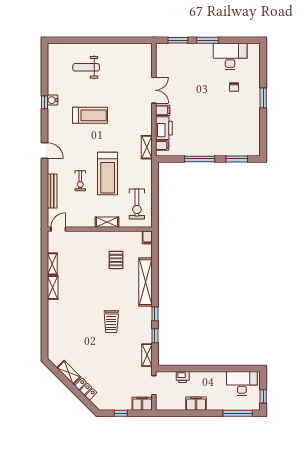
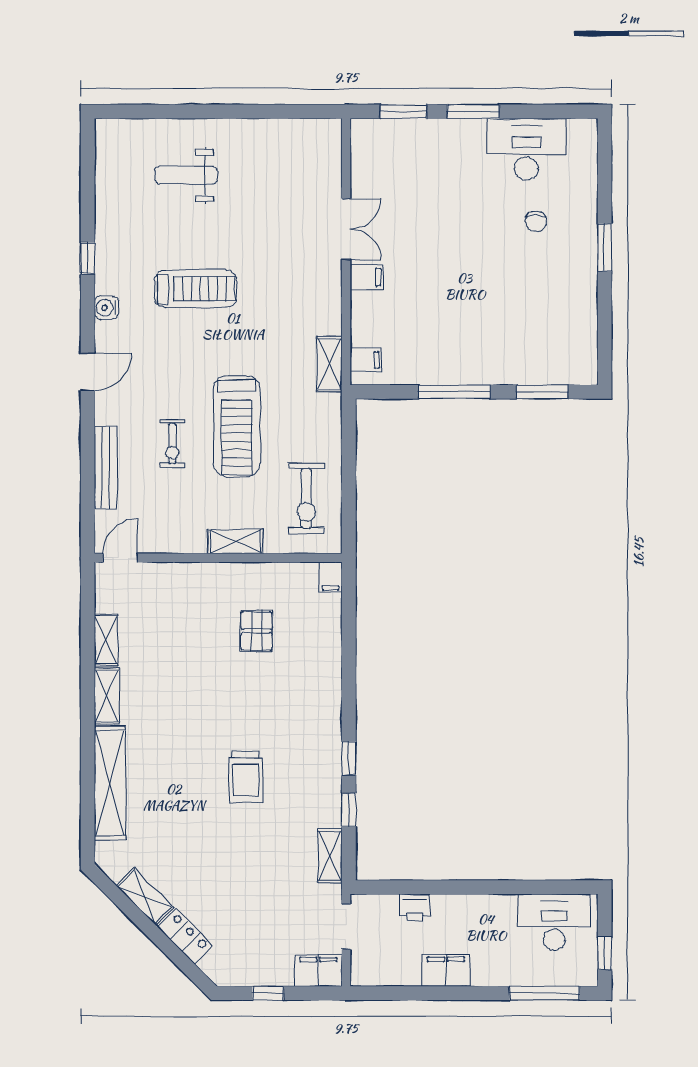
water cooler: (52, 100) -> (106, 308), moved
printer: (164, 128) -> (370, 319), removed
door: (44, 150) -> (88, 372), hinge flipped
shelving: (145, 282) -> (110, 783), moved

